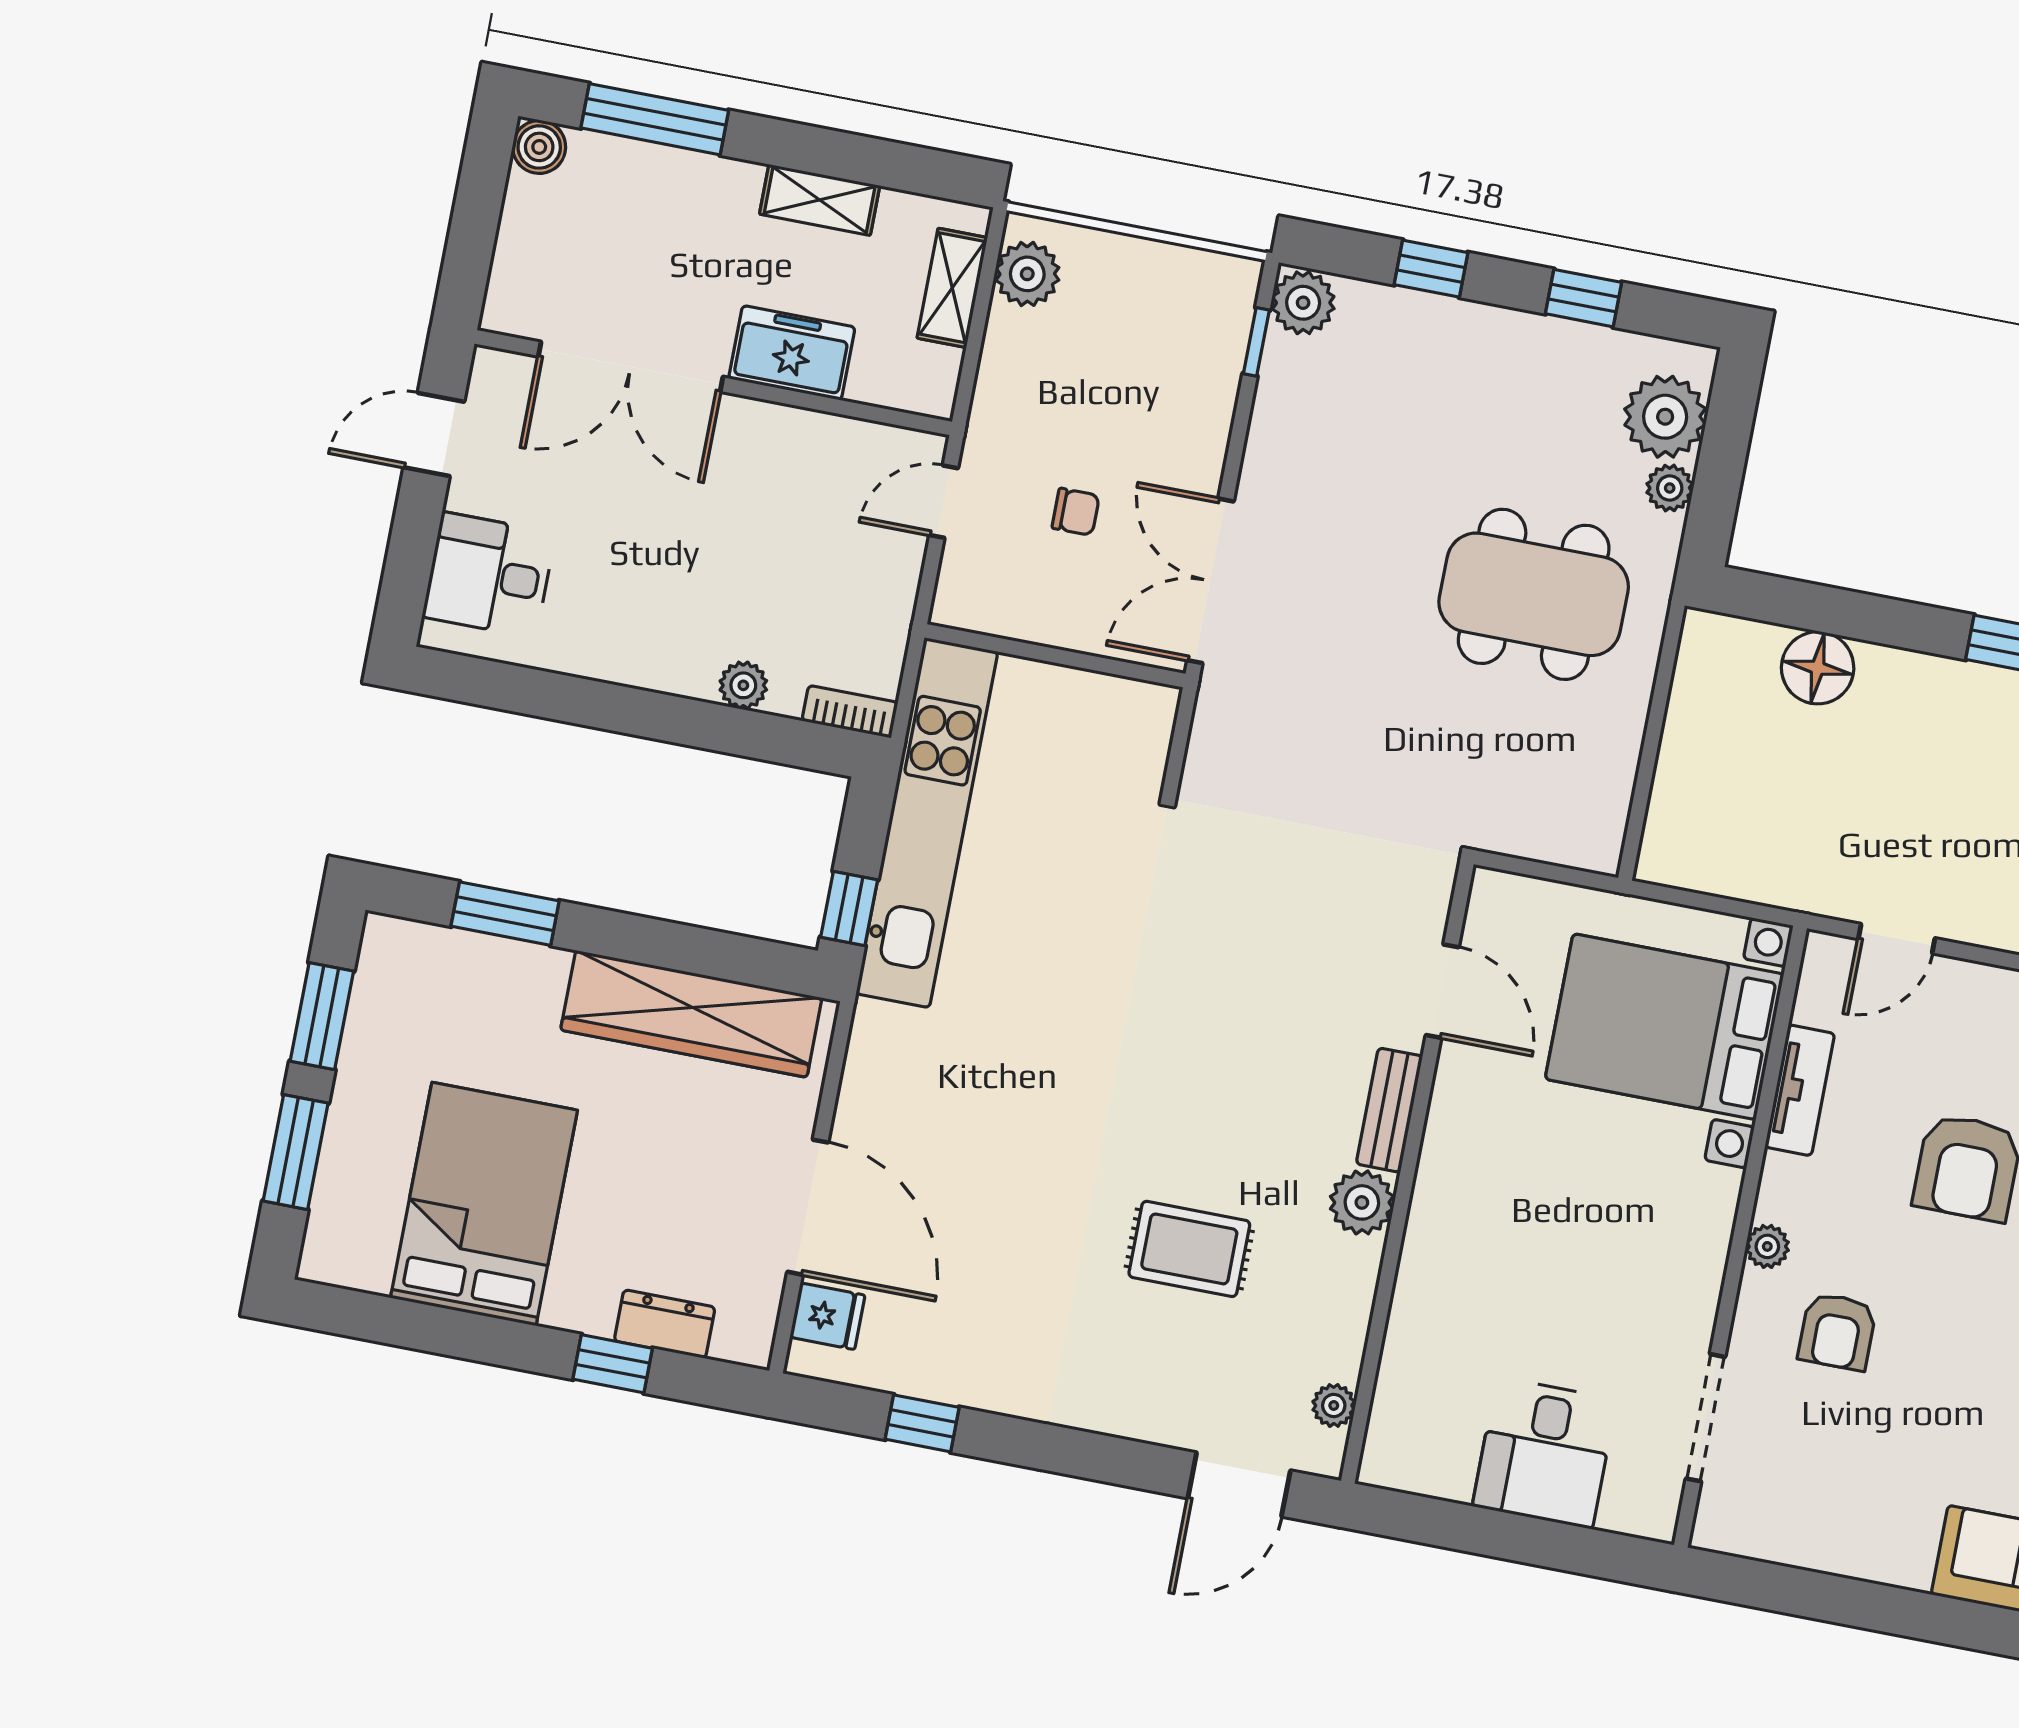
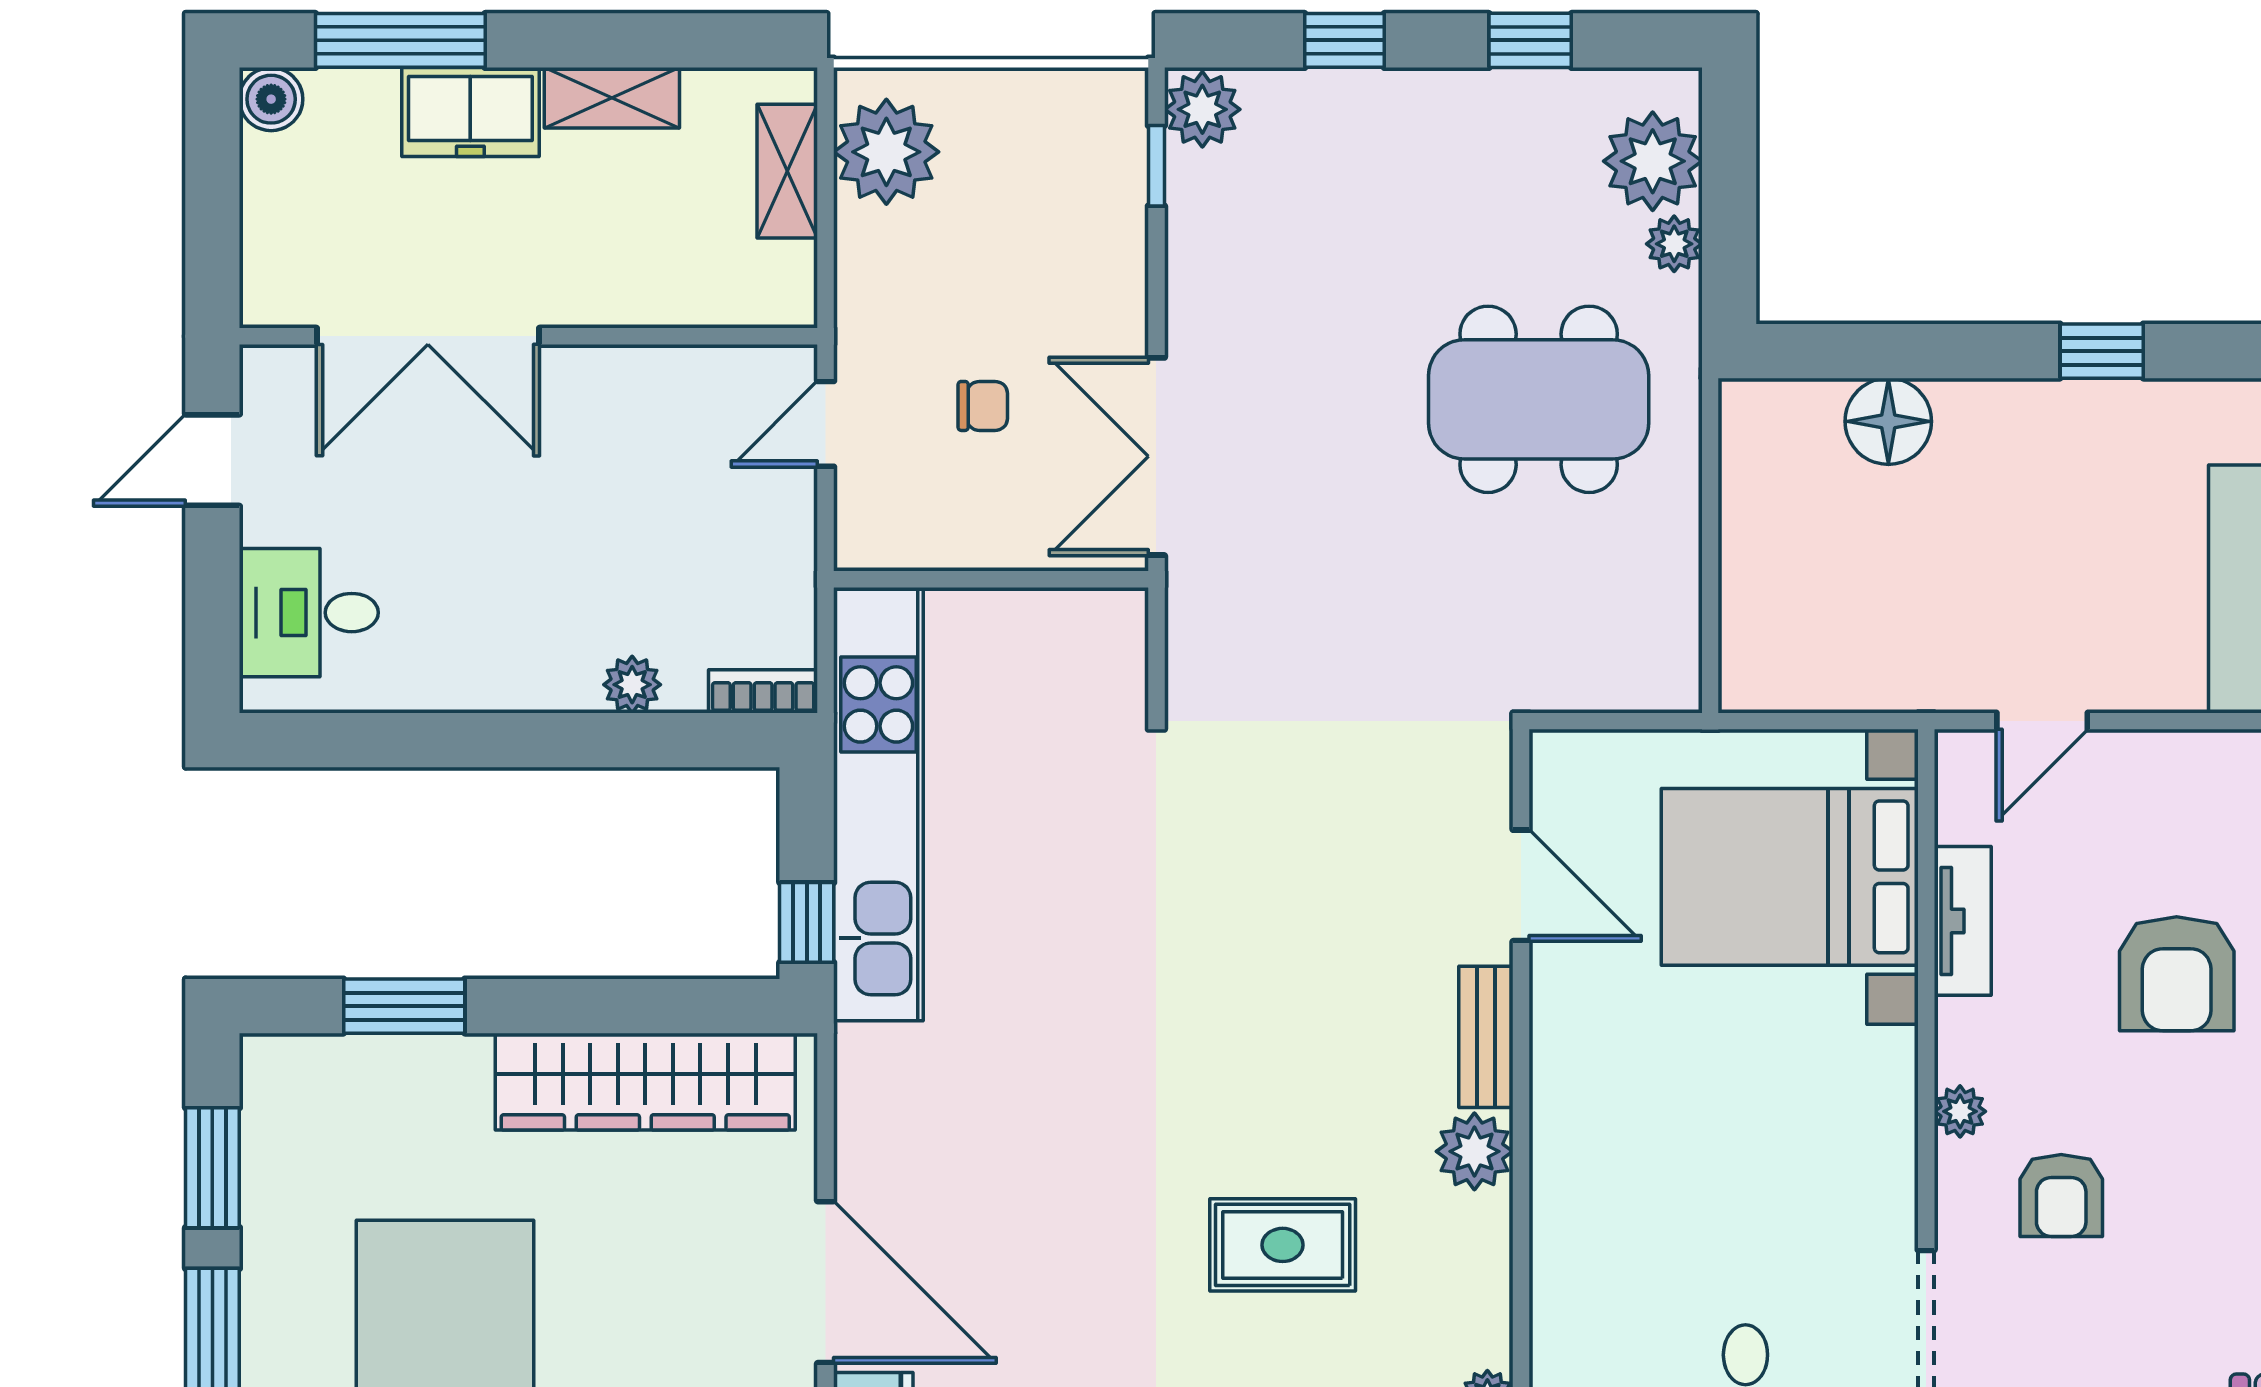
plant: (1027, 274) -> (886, 152), width x1.36, depth x1.36
freezer: (792, 353) -> (470, 112), moved, turned 180

